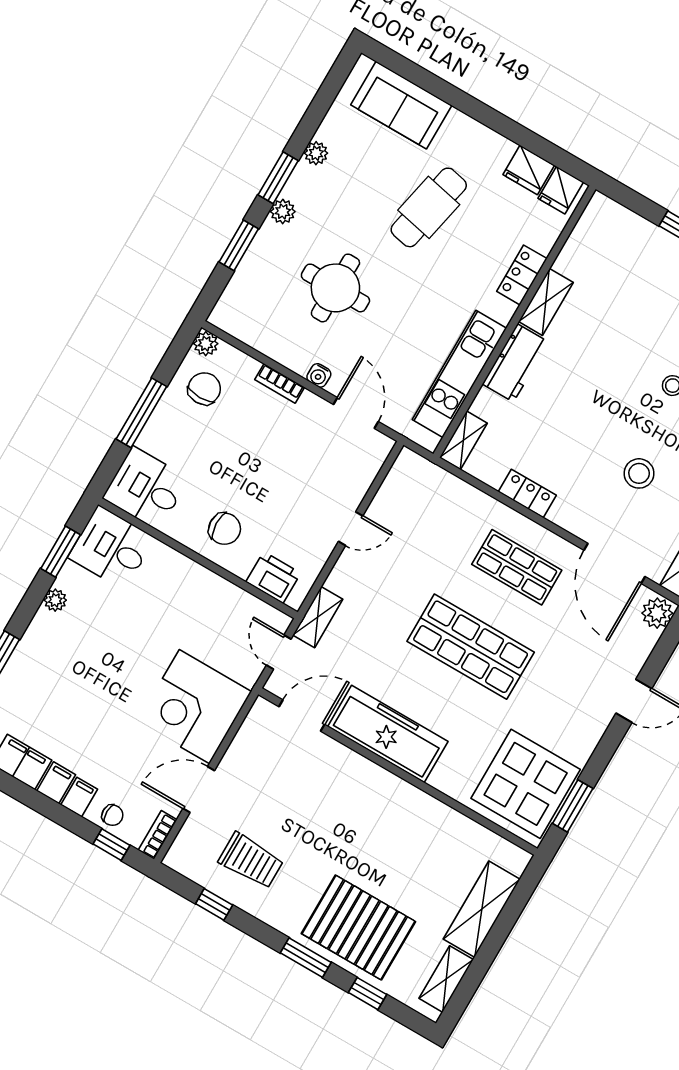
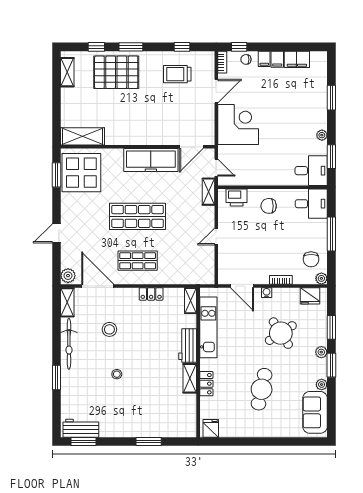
sofa: (401, 105) -> (315, 412), moved, turned -90
fridge: (529, 170) -> (310, 296), moved, turned 180
round table: (335, 288) -> (281, 333), turned -33
shelving: (482, 909) -> (82, 136), moved, turned 90

